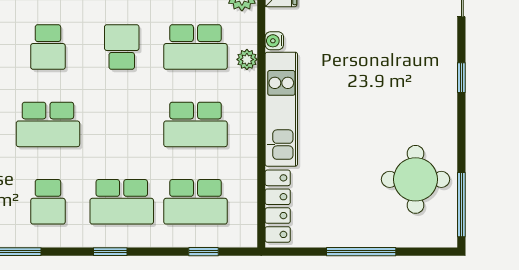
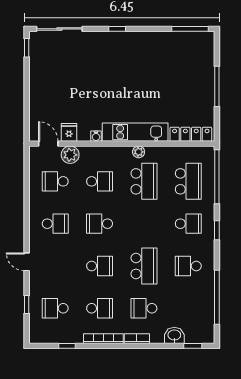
school desk: (196, 47) -> (100, 181), width x0.54
plant: (247, 59) -> (139, 152), moved
round table: (415, 179) -> (175, 55), removed
school desk: (48, 202) -> (188, 266), turned 180
school desk: (122, 202) -> (188, 224), width x0.54
window: (204, 252) -> (217, 177), width x3.17

